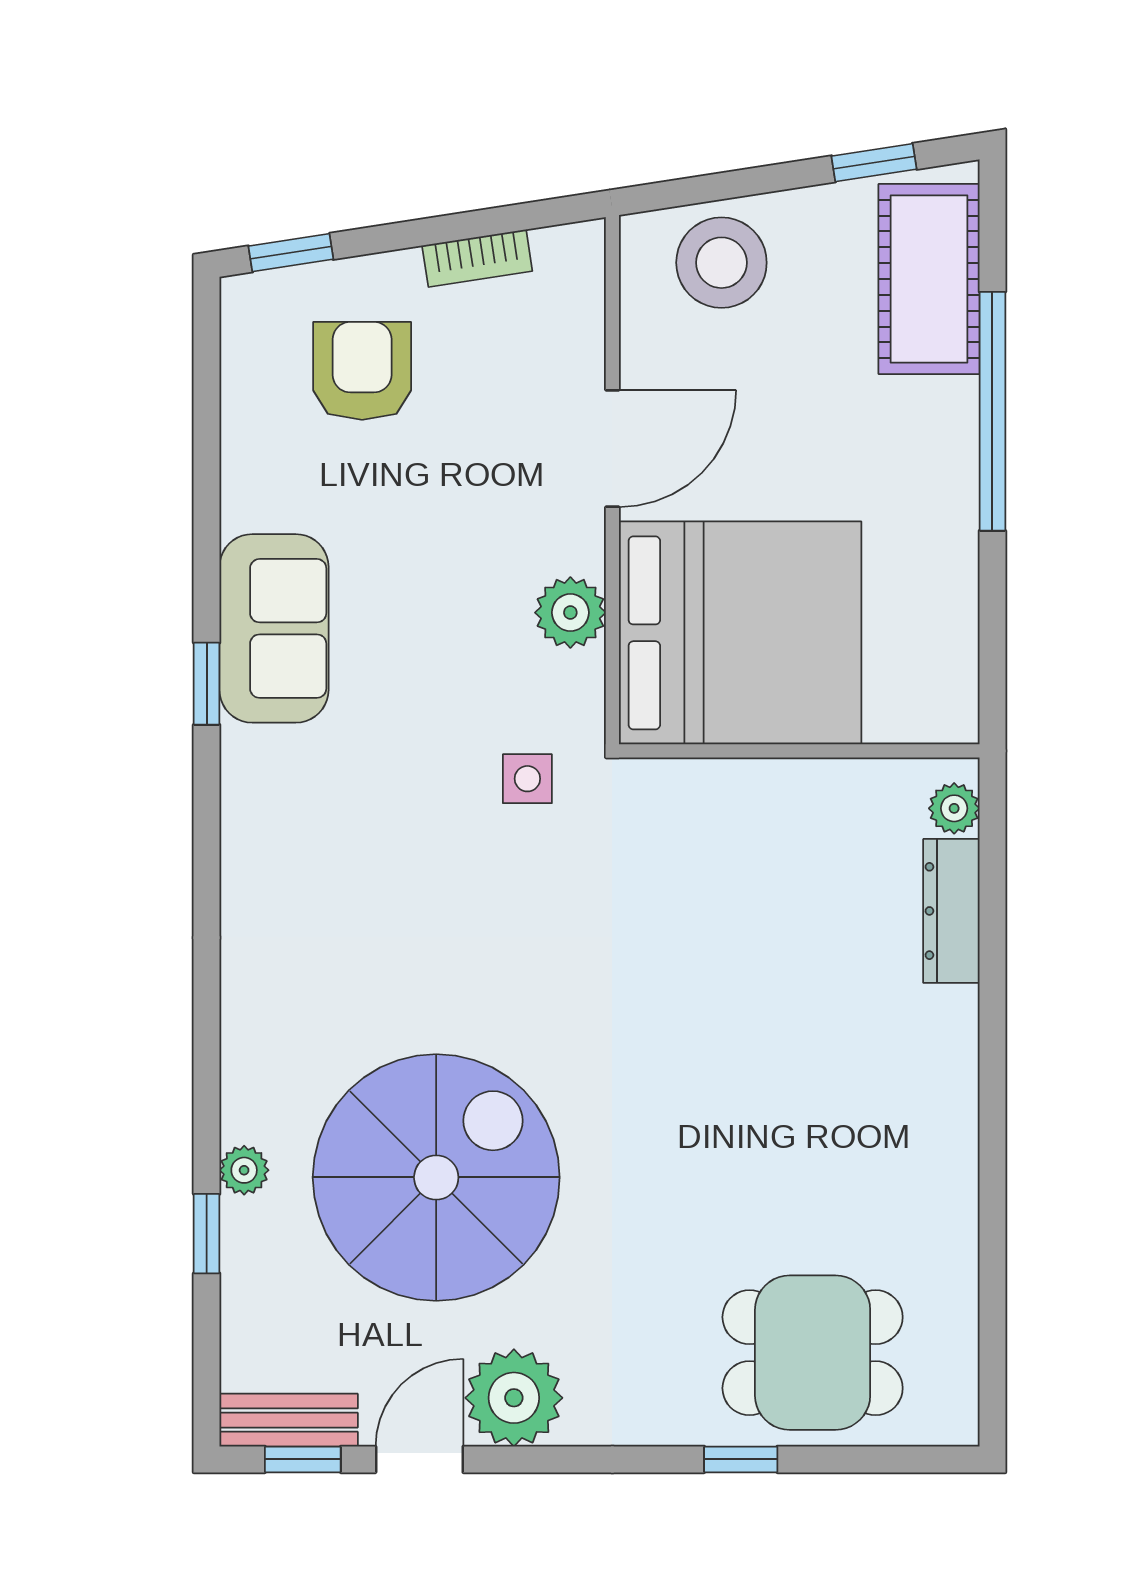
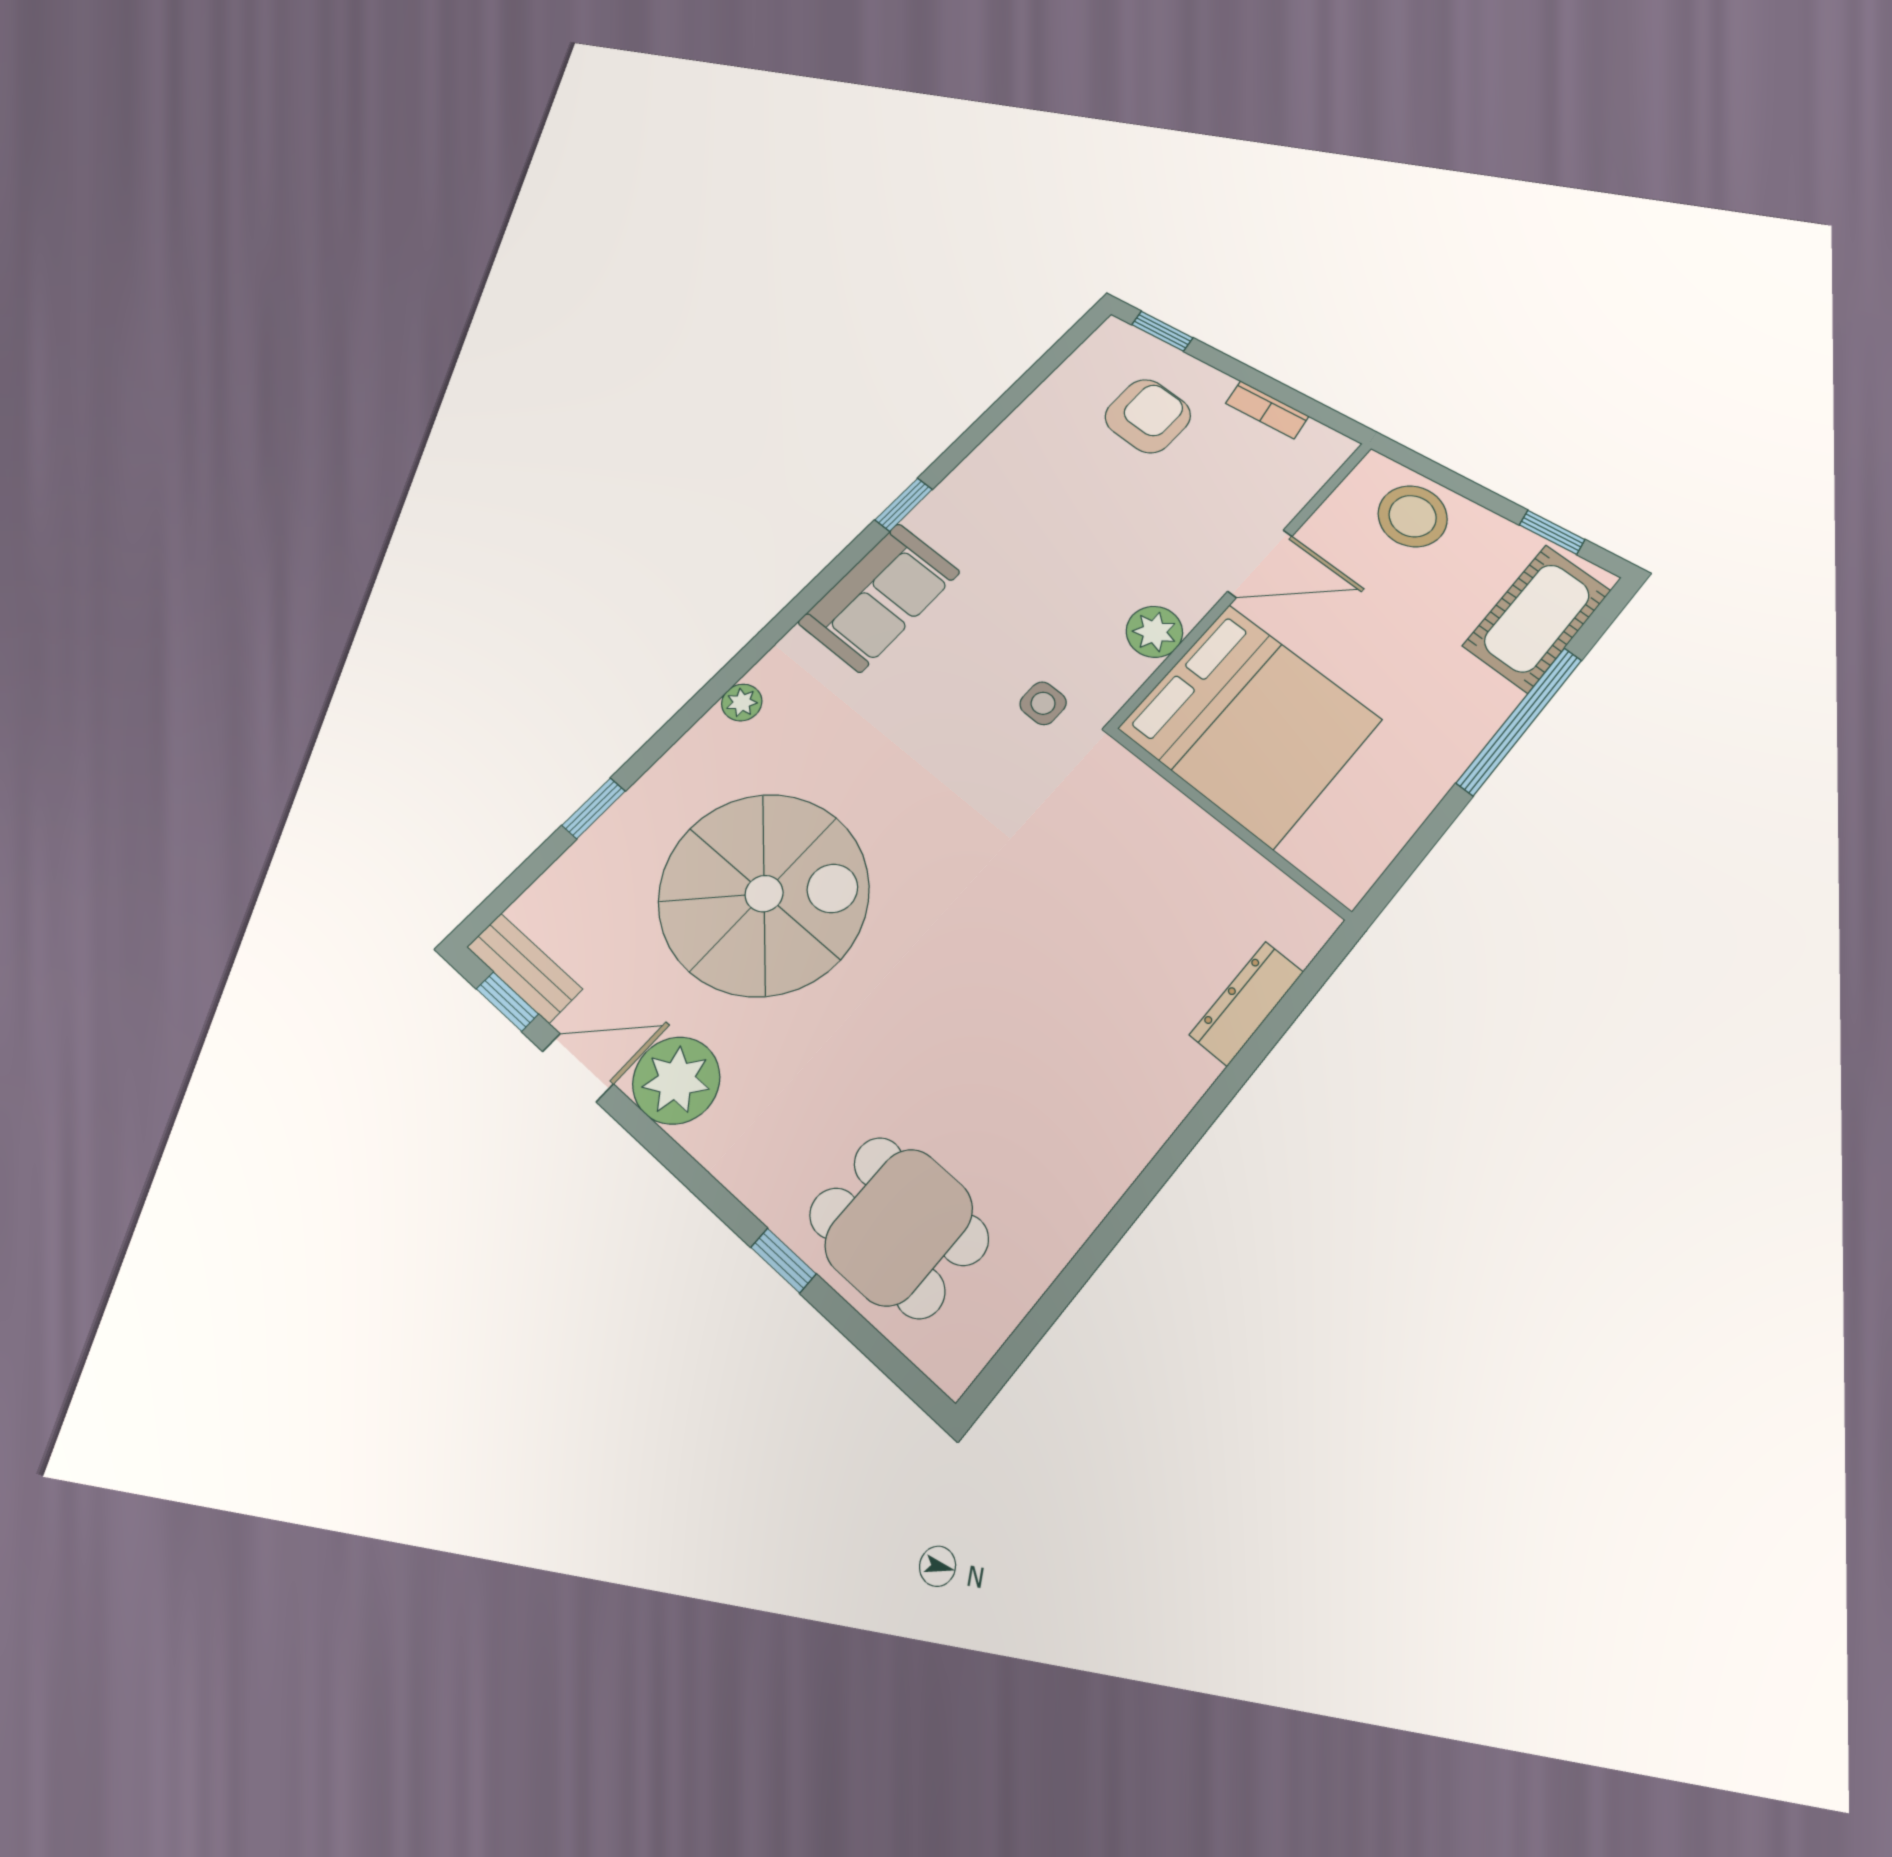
sofa: (274, 628) -> (879, 597), moved
plant: (954, 808) -> (1302, 939), removed
plant: (244, 1170) -> (742, 702), moved

